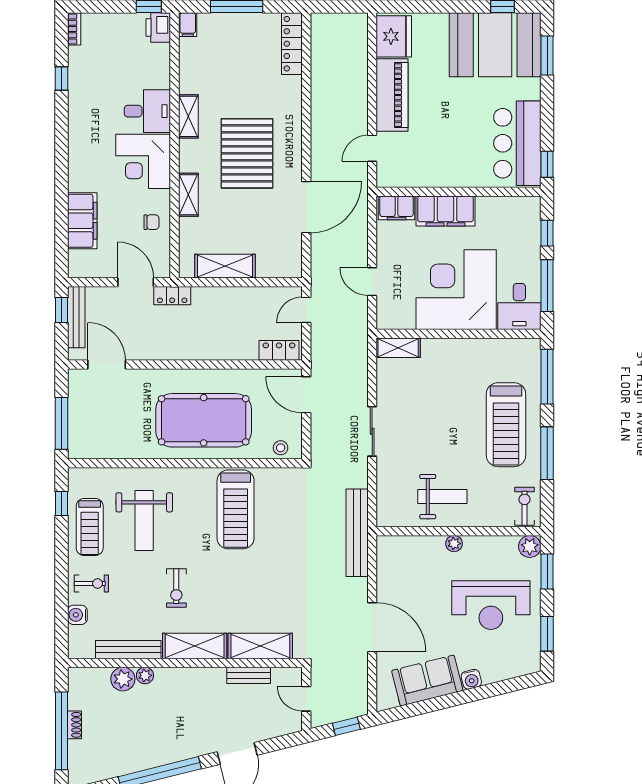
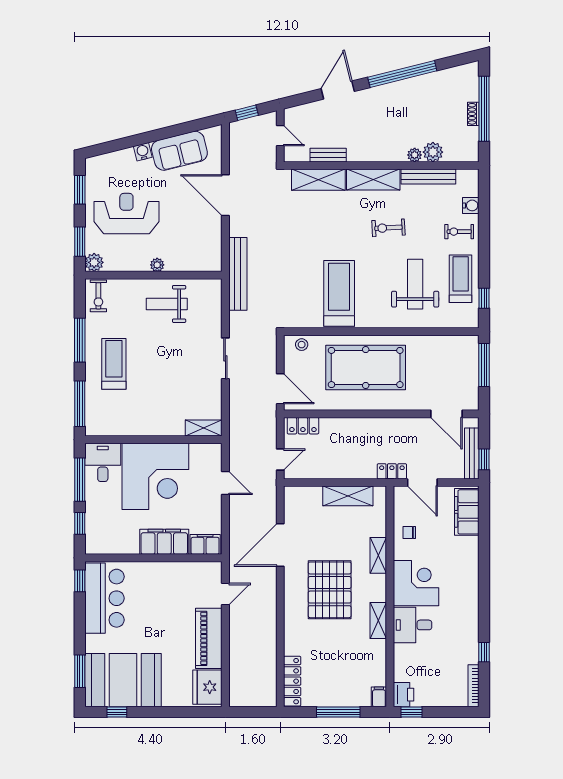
bookcase: (74, 29) -> (474, 686), width x1.56
filing cabinet: (82, 221) -> (467, 512), moved
treadmill: (506, 425) -> (114, 364), width x0.73, depth x0.73
exercise bike: (176, 588) -> (388, 228), turned -93

